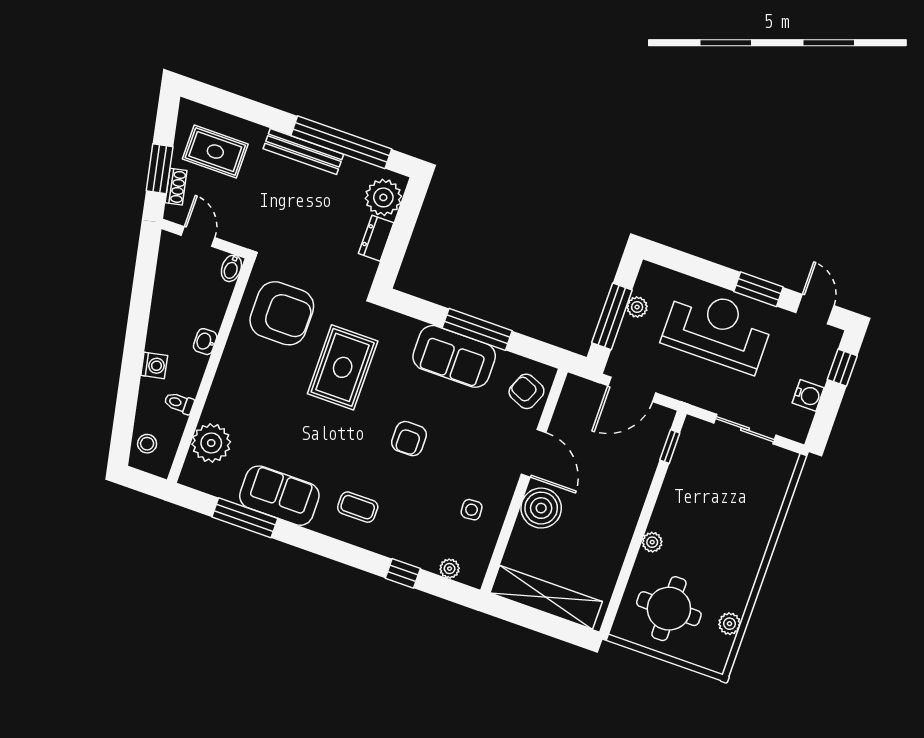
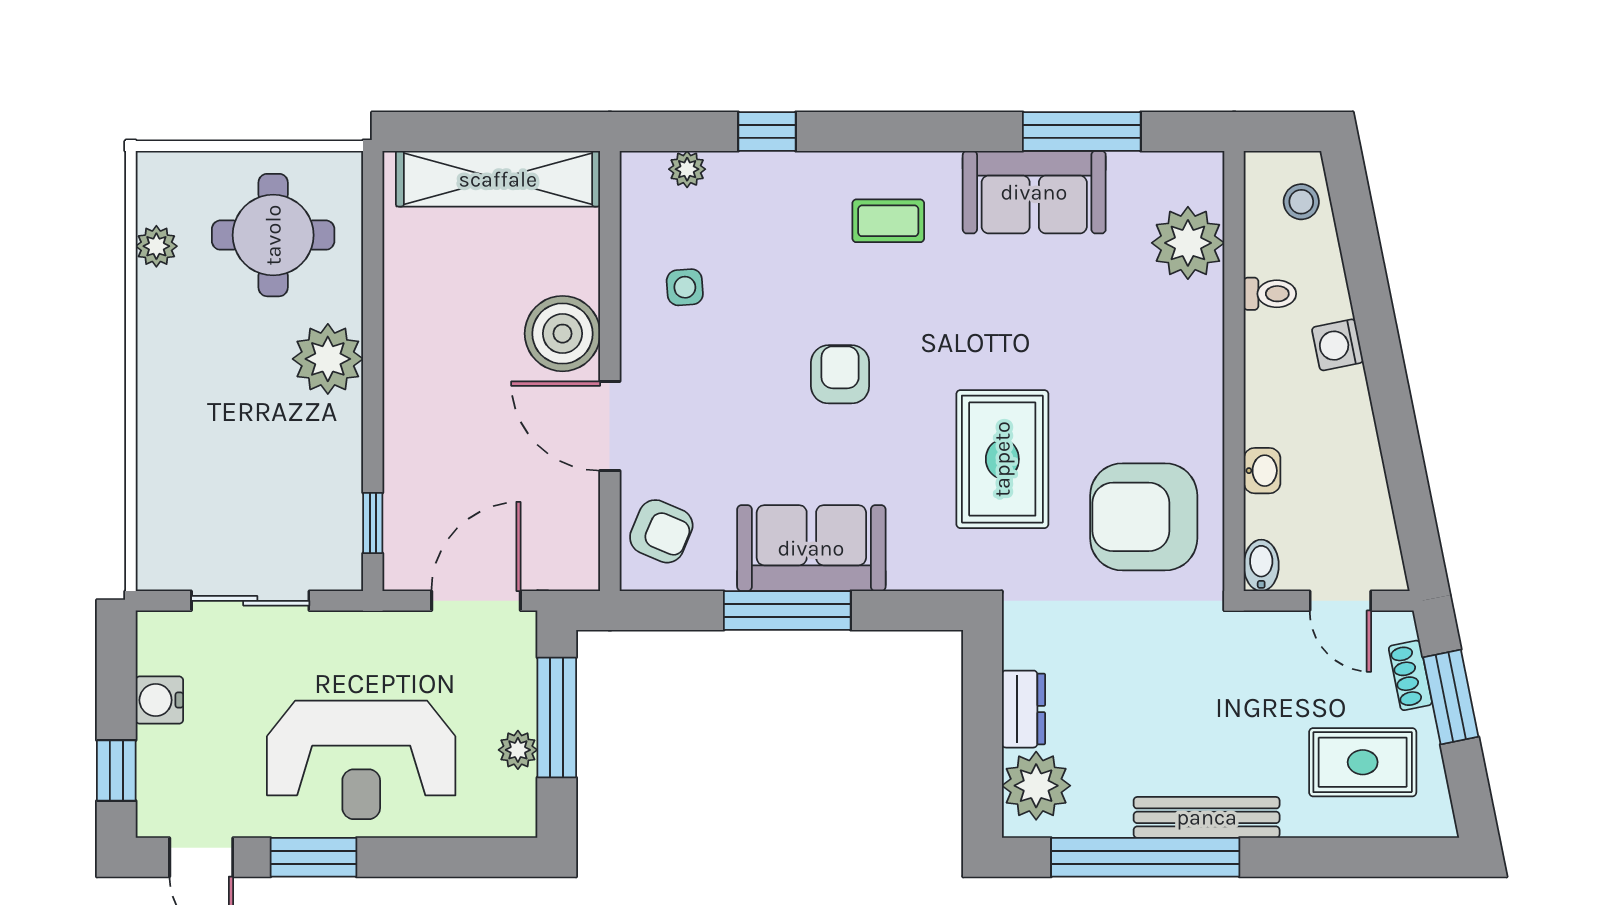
washbasin: (205, 342) -> (1262, 471), moved
plant: (652, 542) -> (328, 359), width x1.88, depth x1.88

